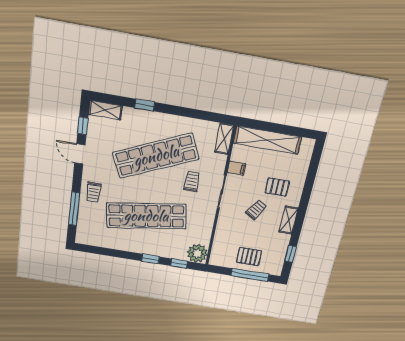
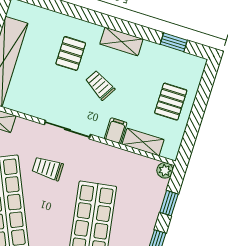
filing cabinet: (236, 168) -> (116, 131), moved
shelving: (219, 242) -> (143, 142), added
plant: (197, 253) -> (165, 170), width x0.53, depth x0.53
window: (250, 275) -> (200, 103), removed

